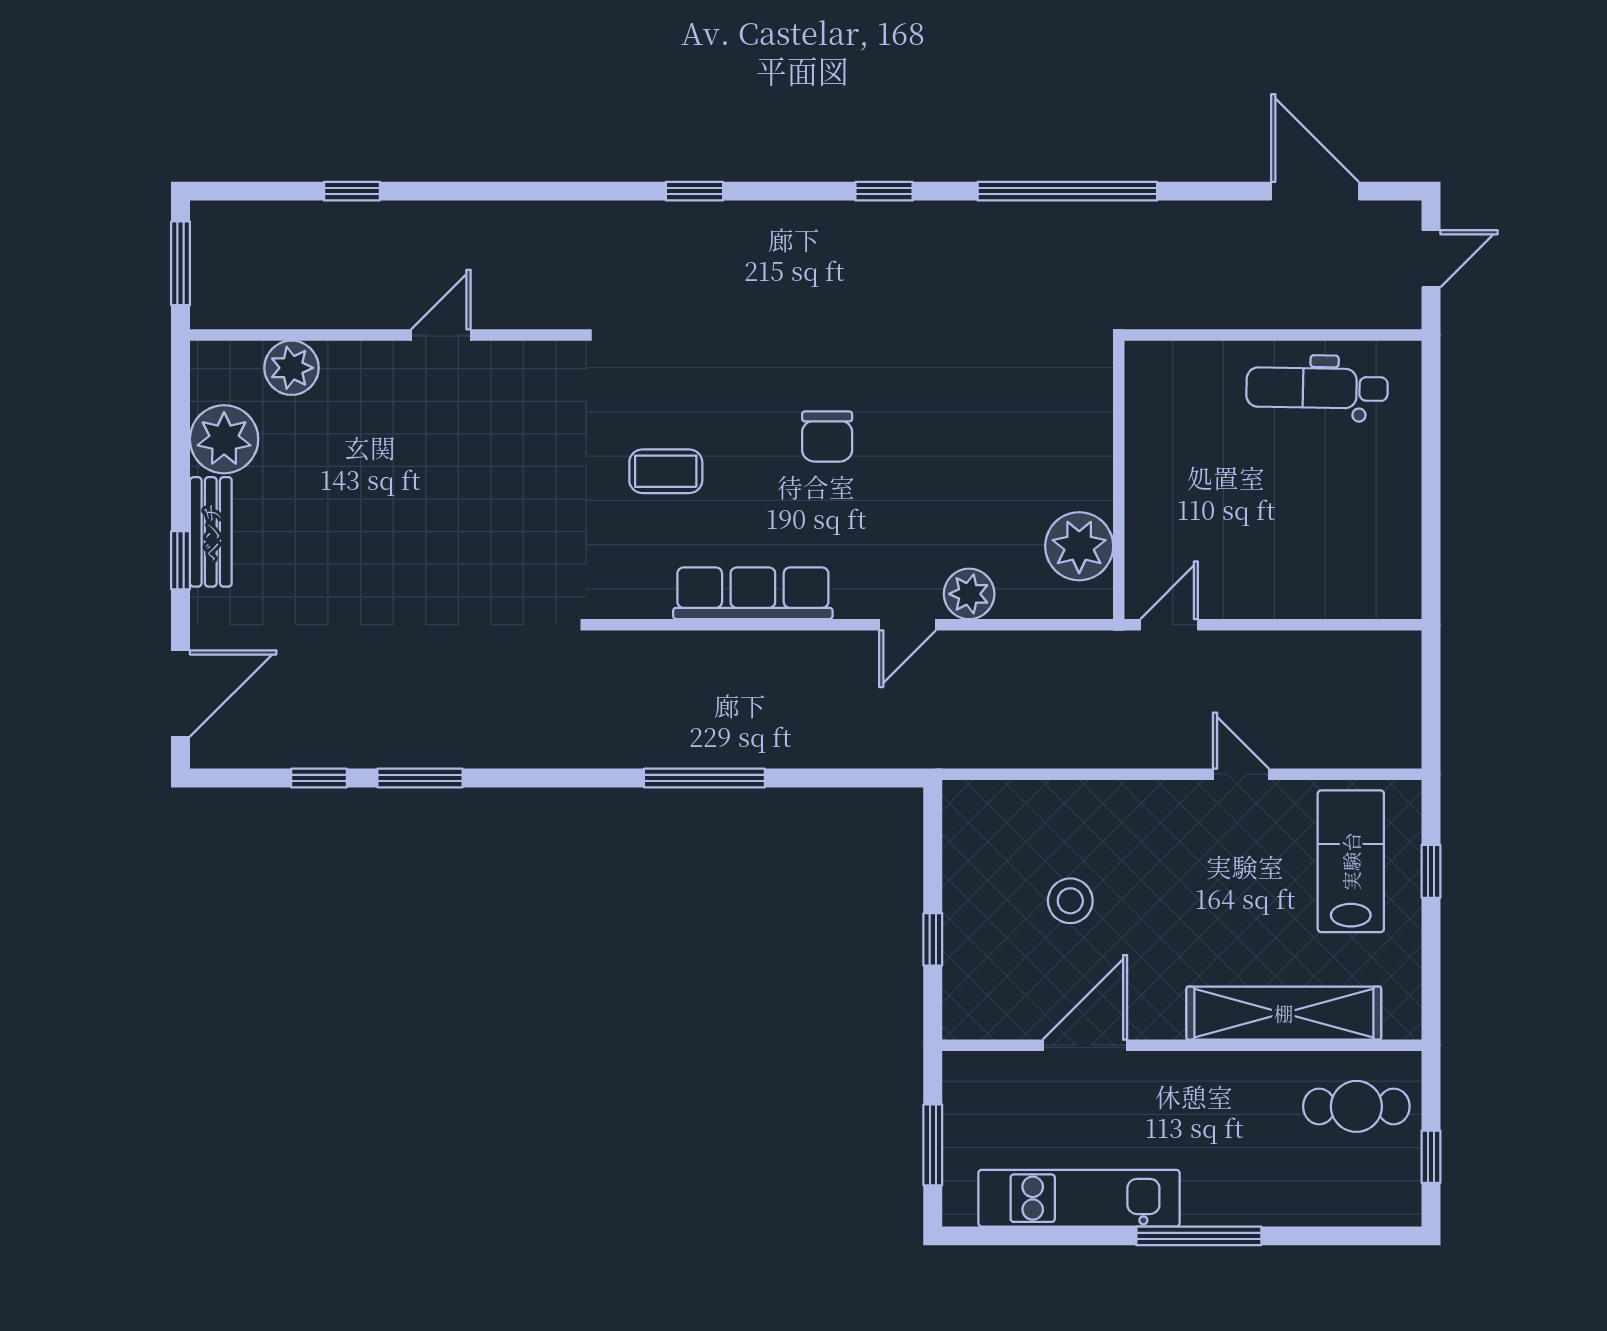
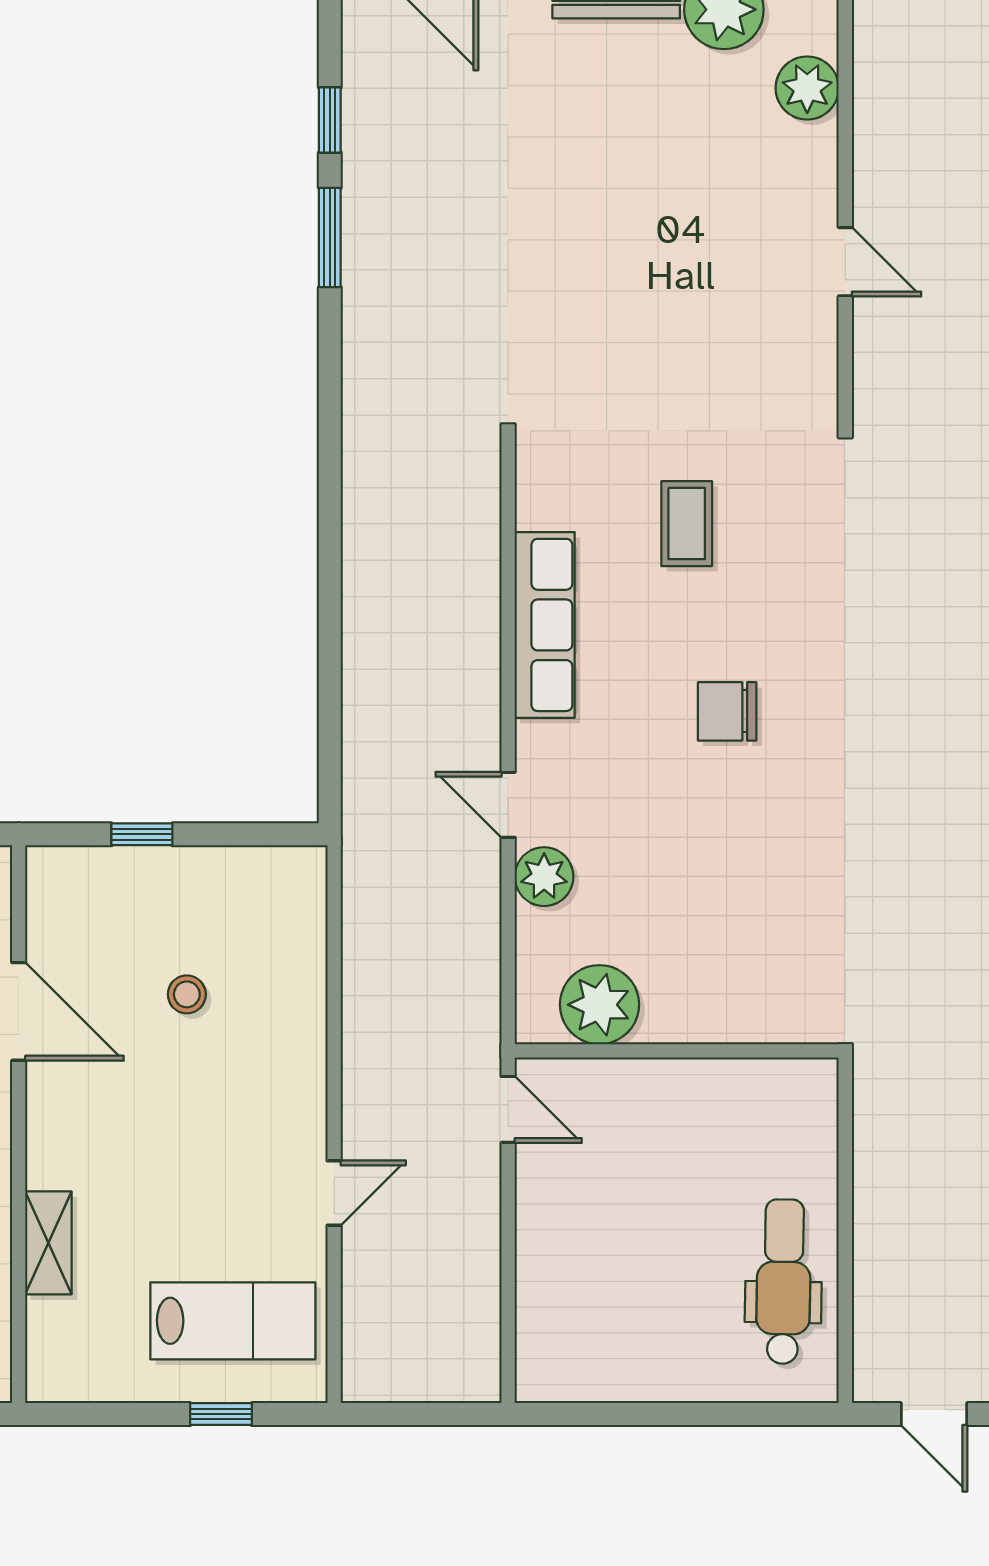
window: (704, 778) -> (330, 569), removed
stool: (1070, 901) -> (187, 994), width x0.73, depth x0.73
shelving: (1284, 1013) -> (48, 1243), width x0.45, depth x0.75

